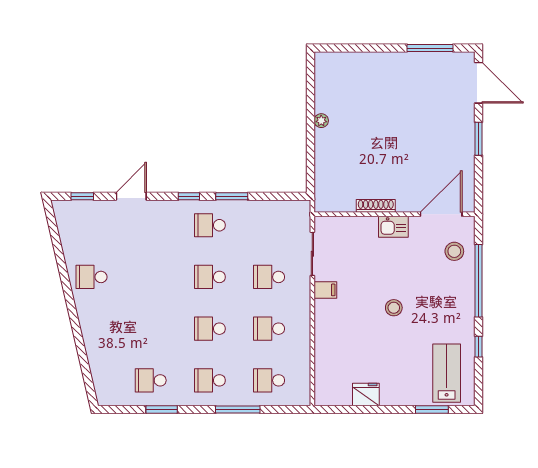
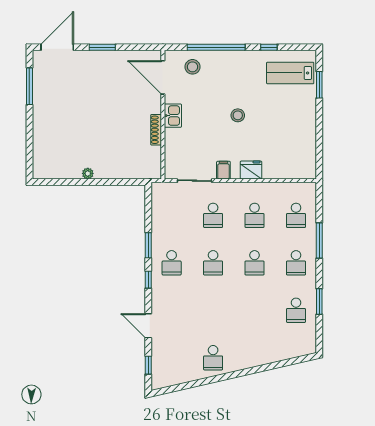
fridge: (366, 394) -> (251, 170), moved, turned 90

